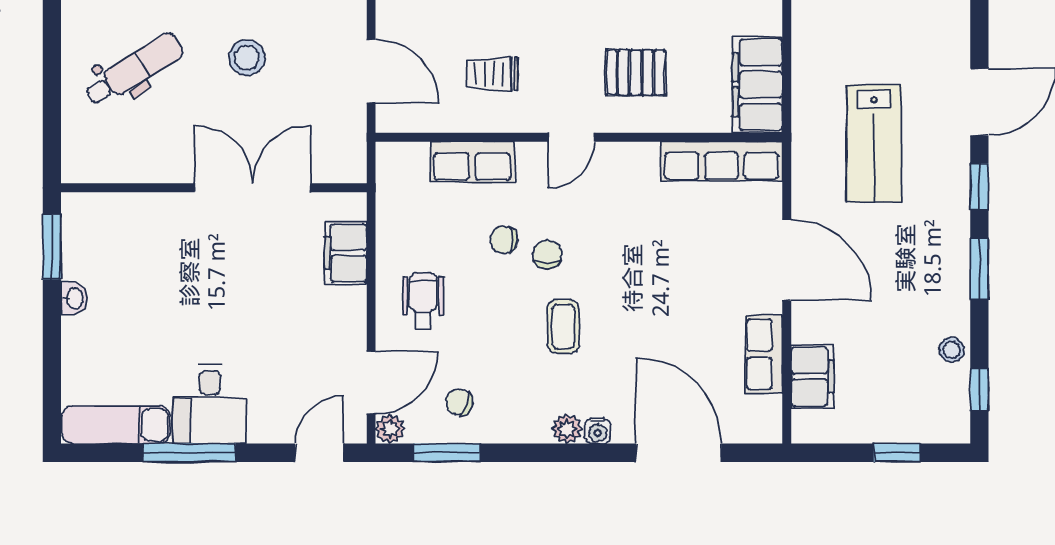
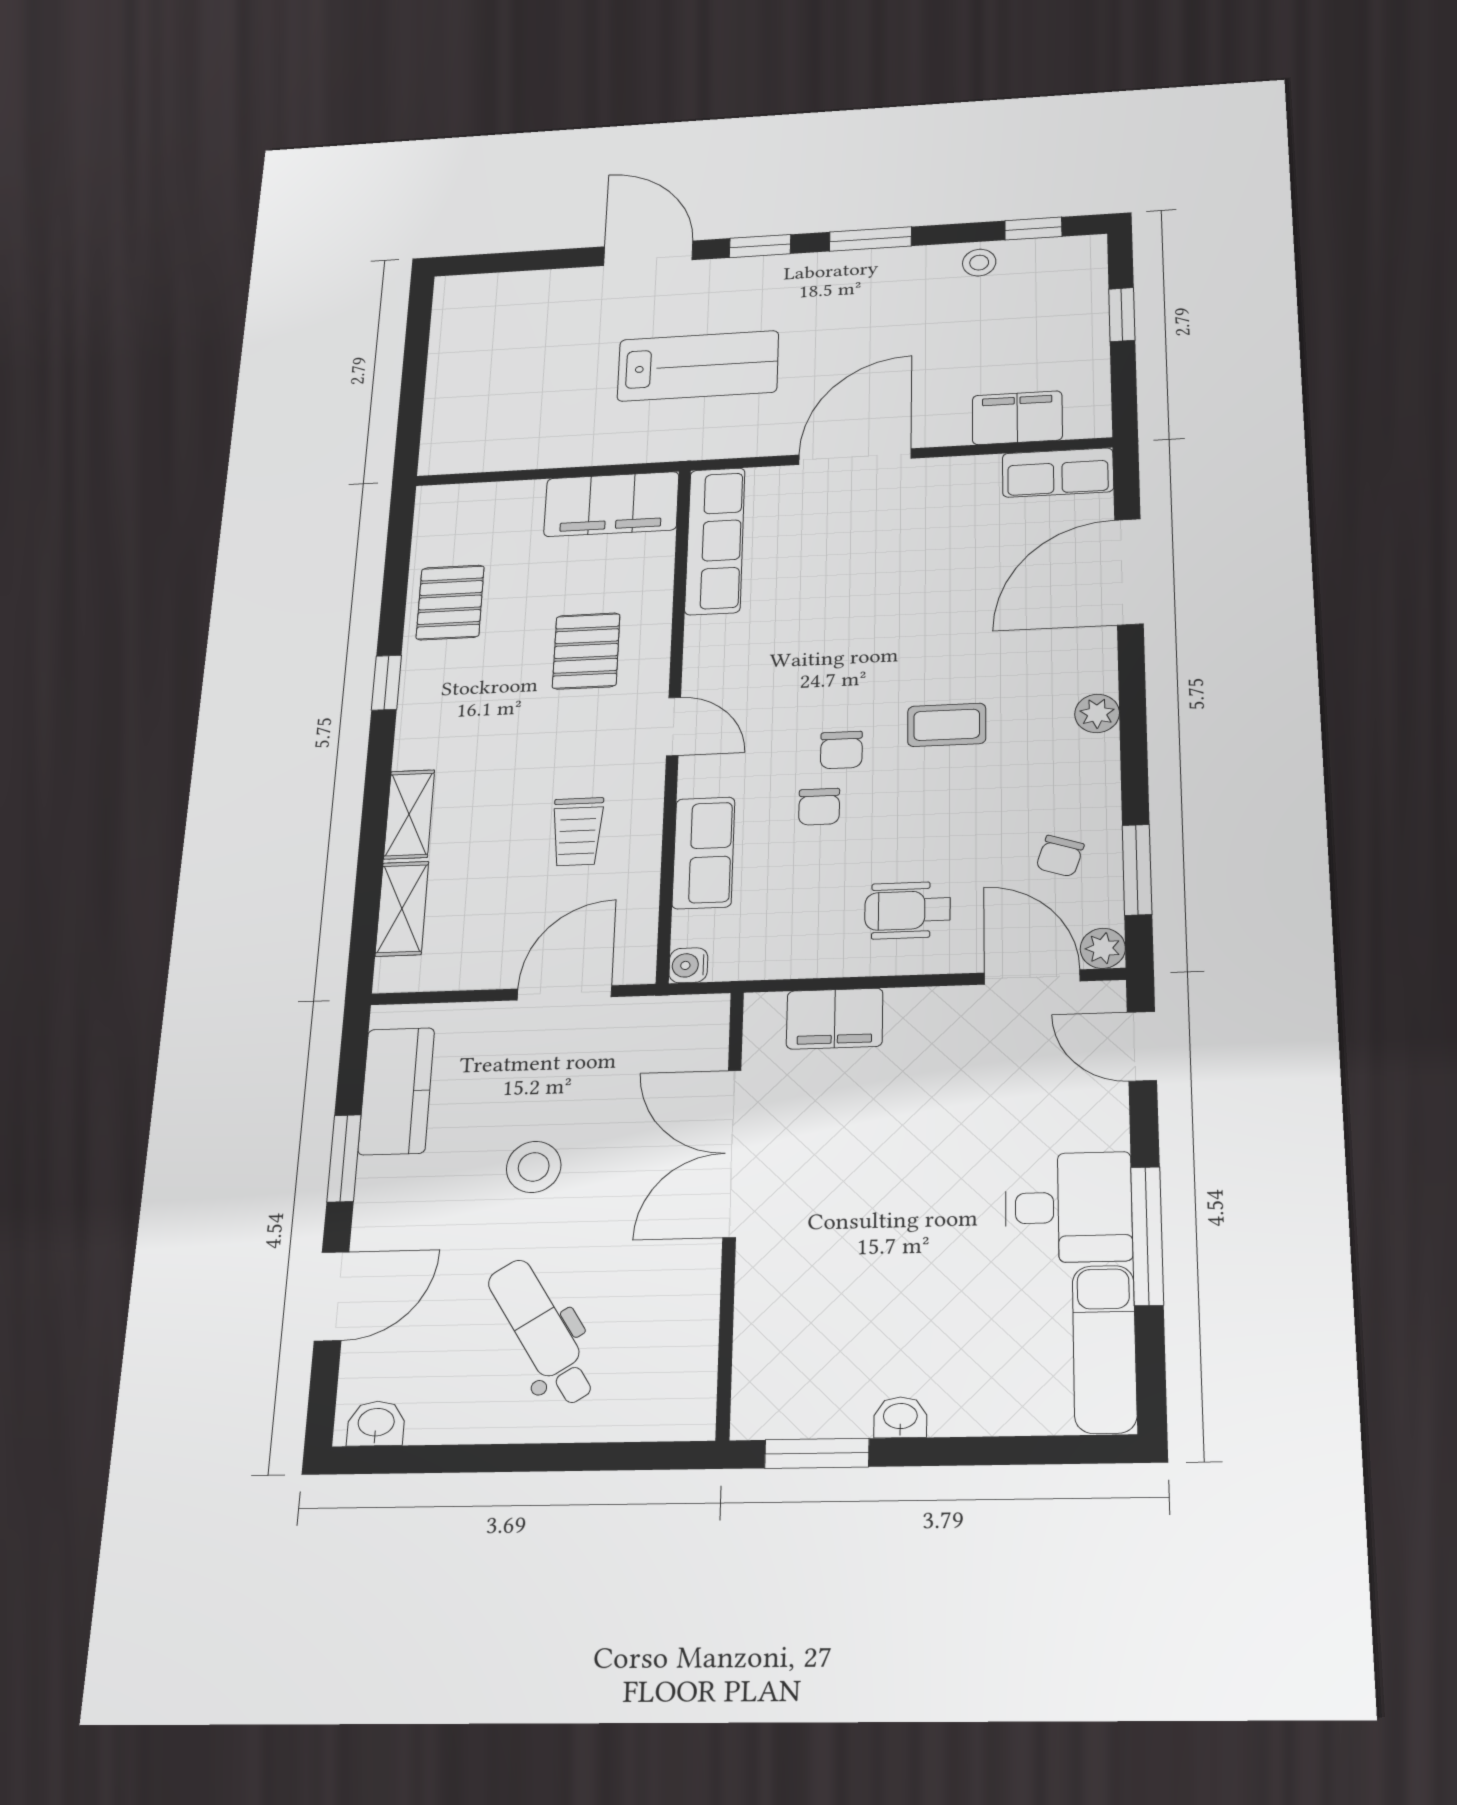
chair: (547, 254) -> (841, 750), turned -90
row of seats: (764, 354) -> (1058, 473), moved
water cooler: (598, 431) -> (688, 965), moved, turned 180

